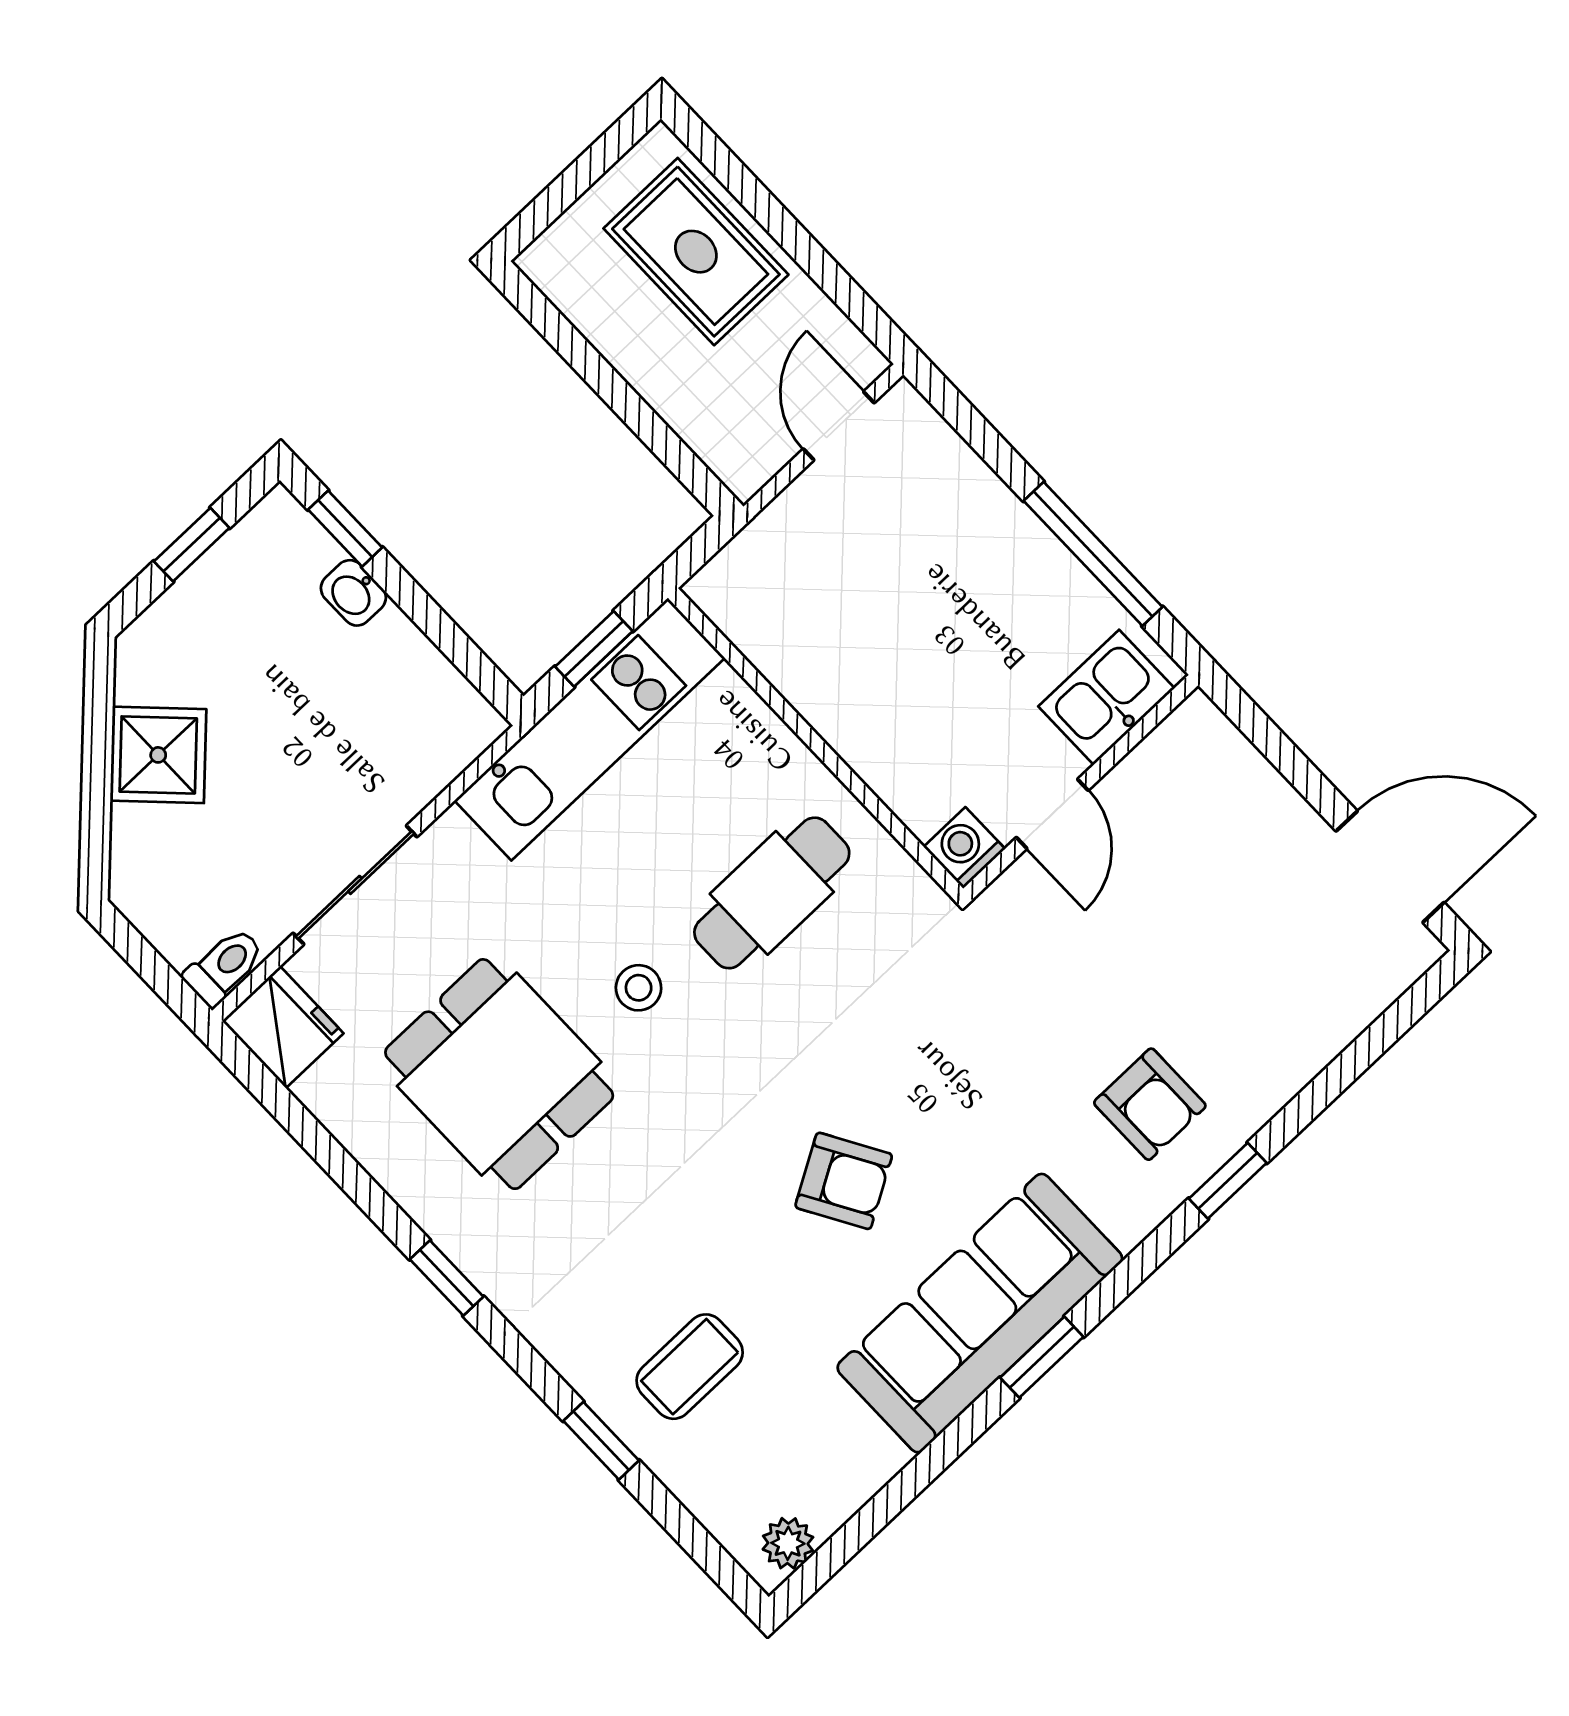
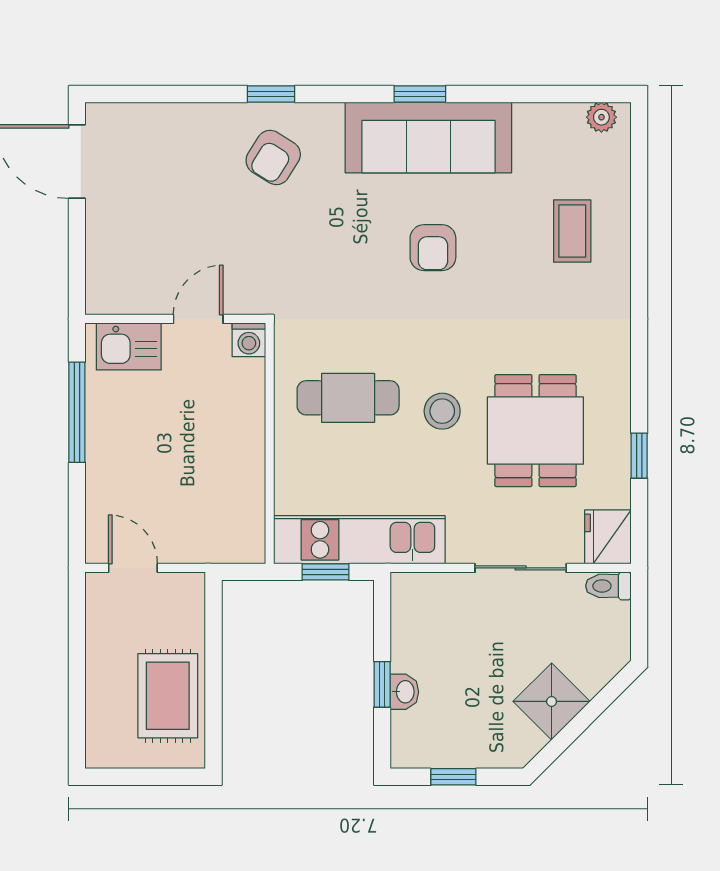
rug: (696, 252) -> (168, 696), moved
door: (839, 426) -> (133, 568), swing flipped
window: (345, 529) -> (382, 684), moved
stool: (639, 988) -> (442, 411), width x1.37, depth x1.37
armchair: (1150, 1104) -> (273, 157), turned -148
armchair: (844, 1181) -> (433, 248), turned -150
window: (447, 1278) -> (639, 456), moved
coffee table: (690, 1367) -> (572, 231), turned 90
window: (601, 1441) -> (639, 235), removed

